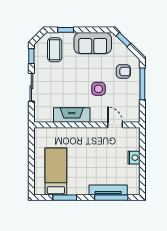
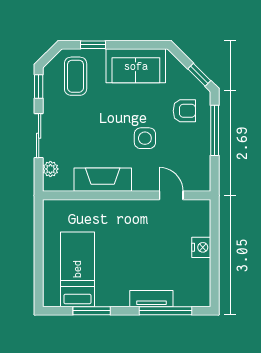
window: (123, 39) -> (199, 75), moved
plant: (39, 108) -> (50, 169), added
tv unit: (108, 190) -> (151, 299), width x0.71

